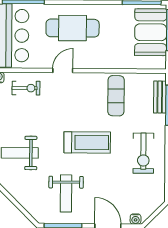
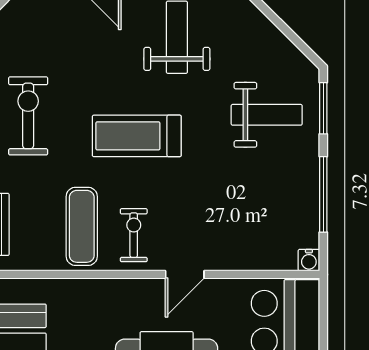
exercise bike: (26, 88) -> (134, 235), moved, turned 90

